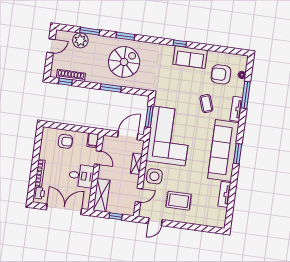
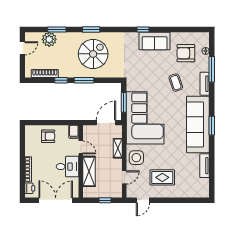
window: (65, 82) -> (61, 80), moved
shelving: (101, 195) -> (89, 171), moved

